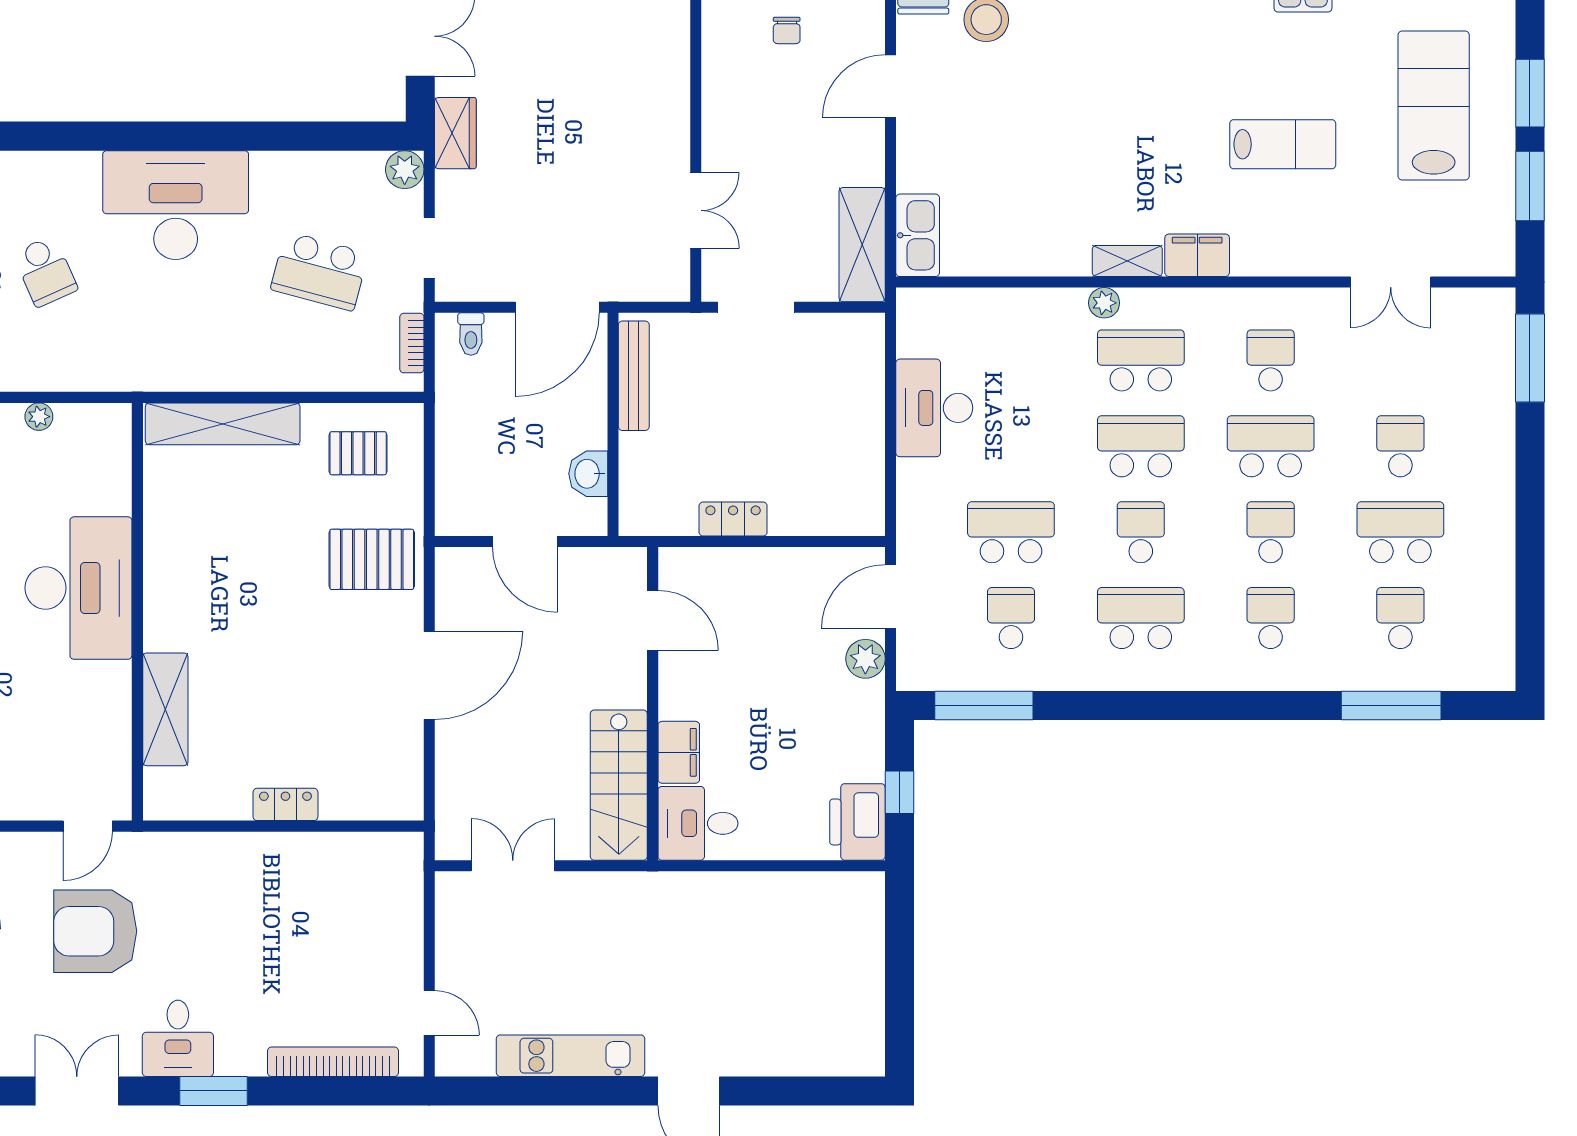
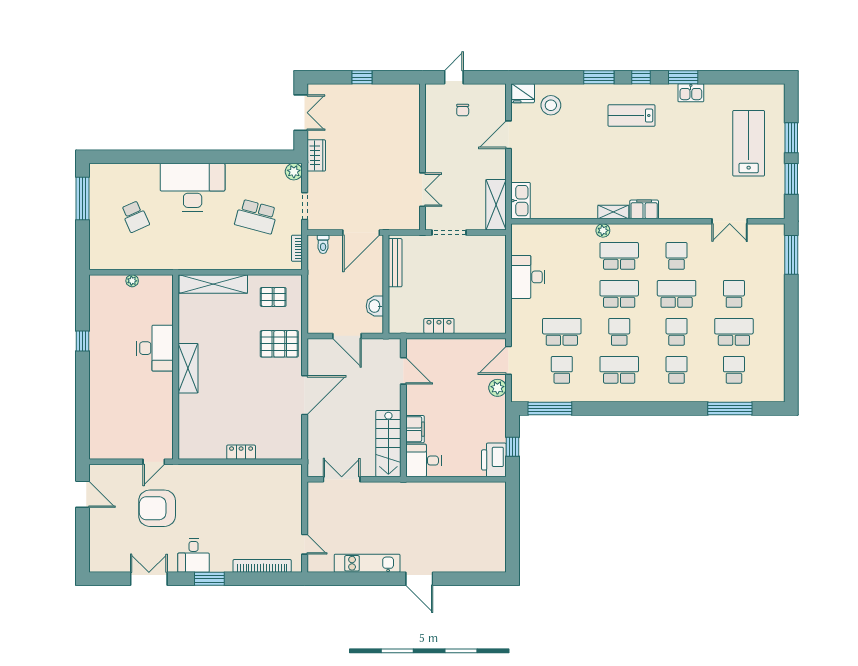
lab bench: (1283, 144) -> (631, 116), moved, turned 180
desk: (79, 588) -> (155, 348), width x0.73, depth x0.77
shelving: (165, 709) -> (188, 368), moved

